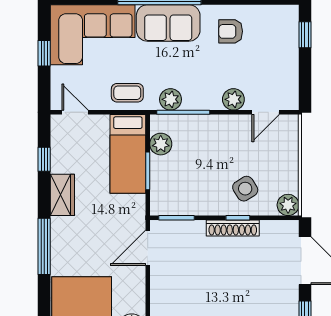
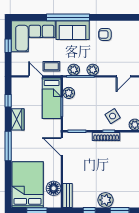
plant: (233, 99) -> (93, 70), moved
door: (75, 112) -> (36, 76), moved
door: (148, 248) -> (62, 147), hinge flipped

